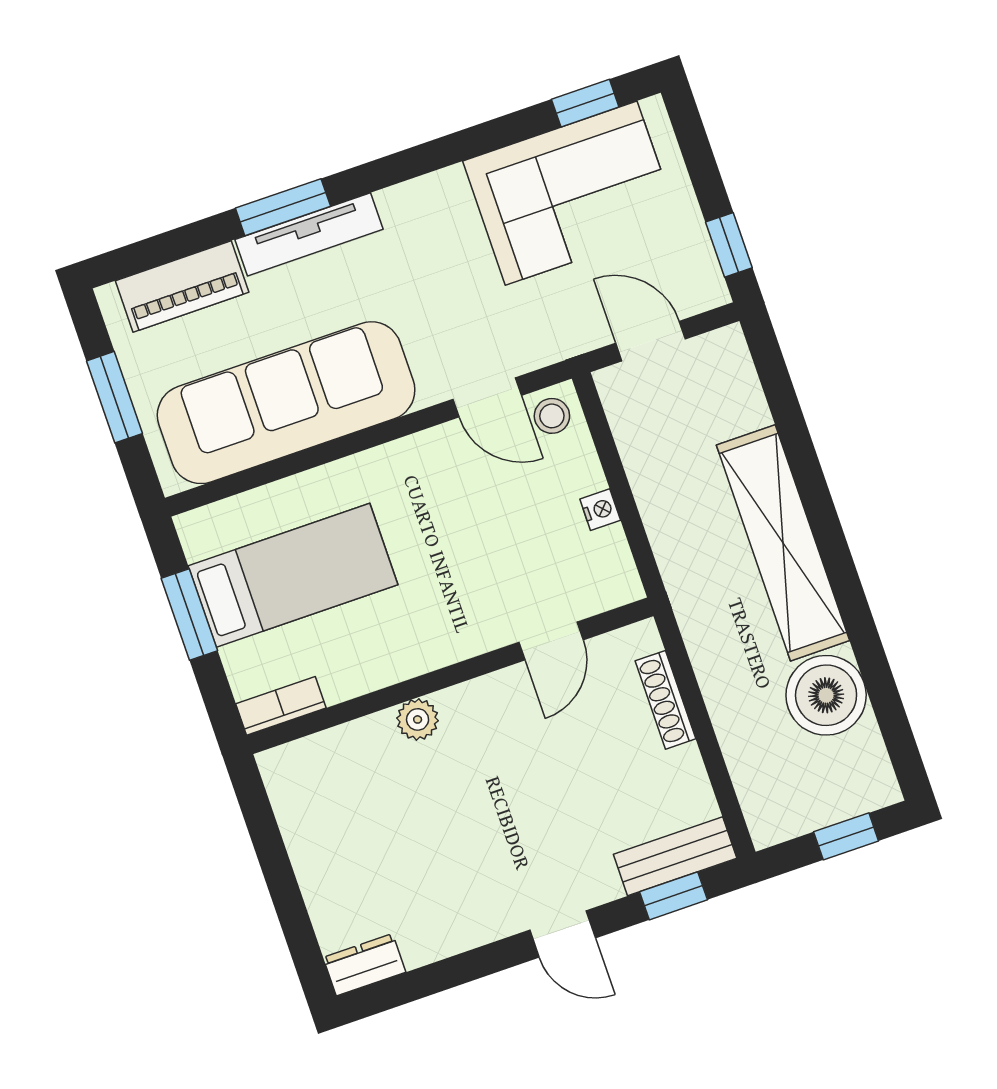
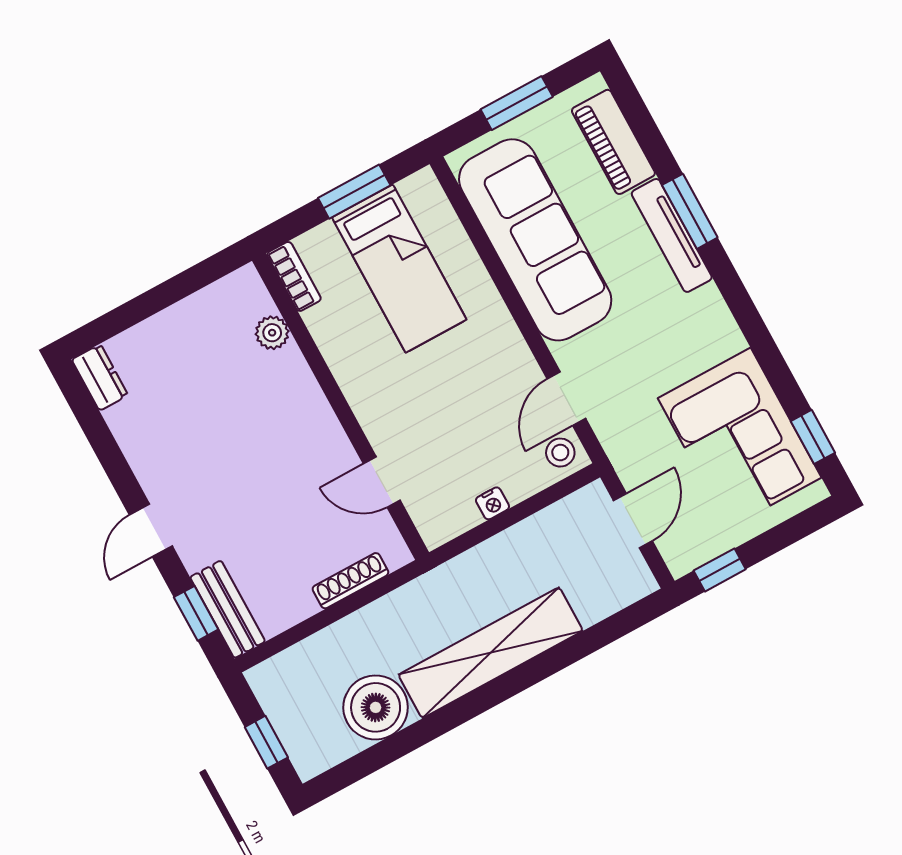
plant: (418, 719) -> (272, 333), moved

